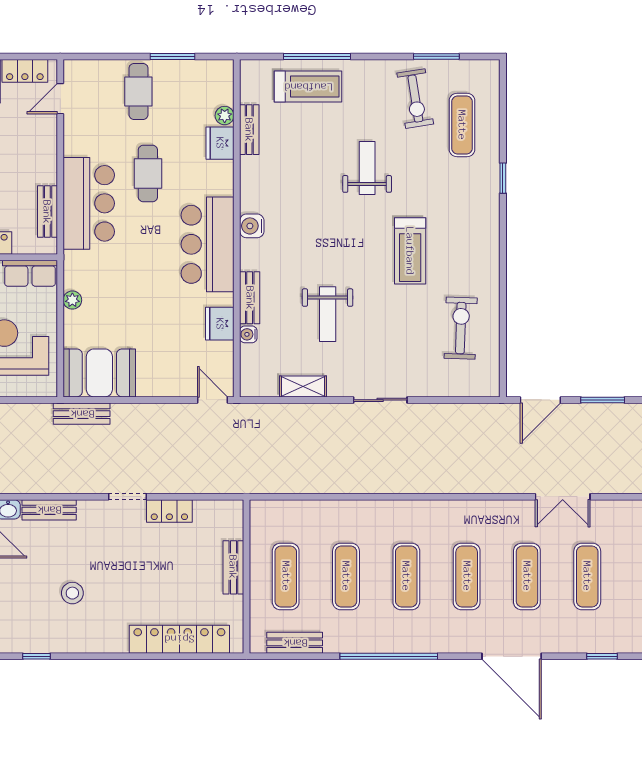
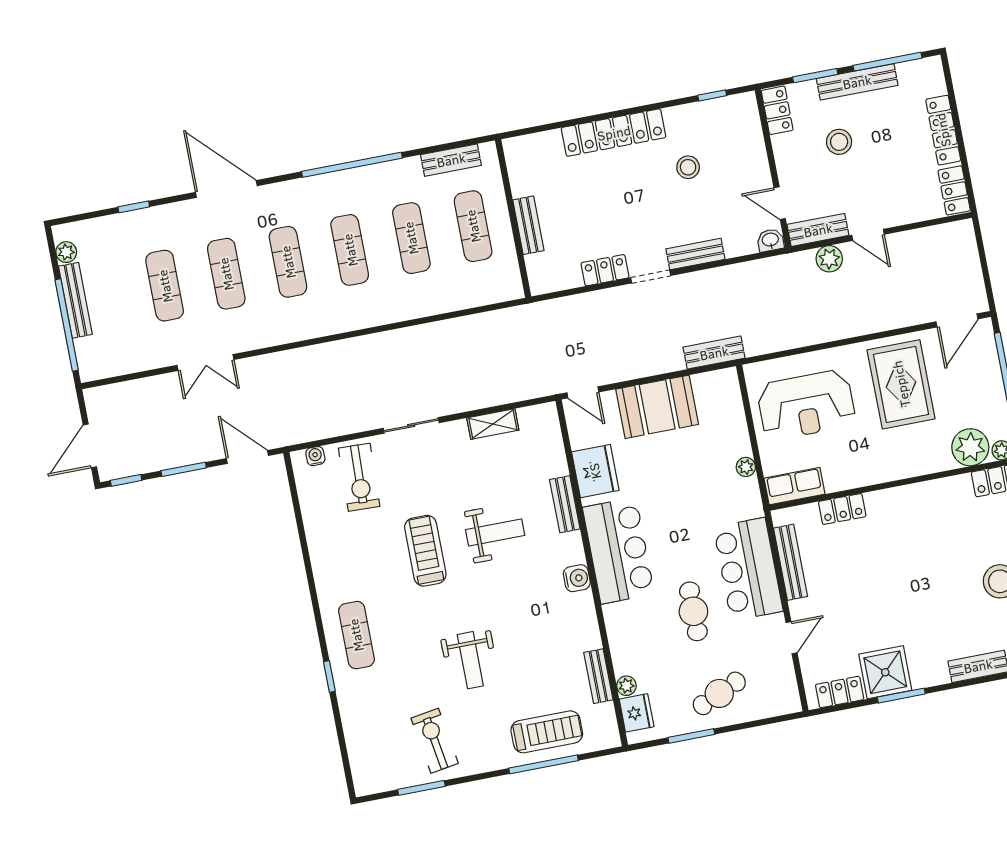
treadmill: (308, 87) -> (547, 732), turned 180
cafe table: (138, 91) -> (719, 693), turned 66
door: (60, 99) -> (791, 638), moved
exercise mat: (462, 125) -> (356, 635), moved
fridge: (220, 143) -> (637, 713), moved
bench: (47, 212) -> (791, 562), width x1.36
treadmill: (410, 251) -> (425, 551), moved
weight bench: (328, 314) -> (495, 532), moved, turned 90
fridge: (220, 324) -> (595, 471), width x1.36, depth x1.34
exercise bike: (461, 328) -> (359, 477), moved
water cooler: (248, 334) -> (315, 456), moved, turned -90
booth: (99, 373) -> (657, 407), moved
door: (540, 400) -> (247, 457), hinge flipped
double door: (563, 497) -> (205, 362), swing flipped
bench: (49, 510) -> (695, 254), moved
locker: (179, 639) -> (614, 133), moved

